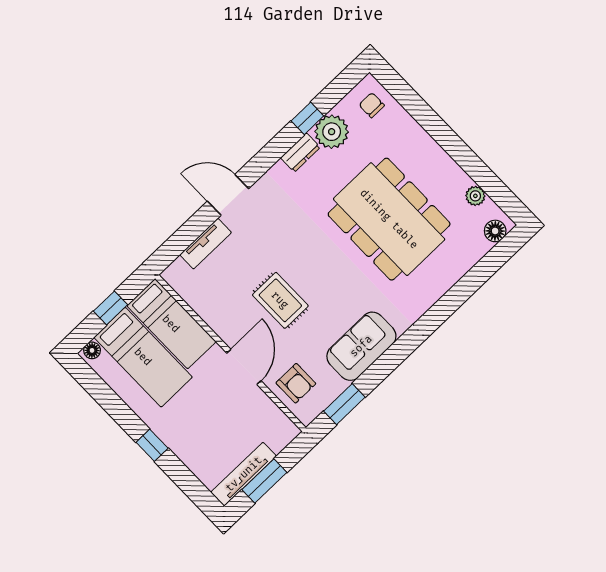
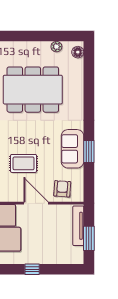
armchair: (296, 383) -> (62, 189), turned -86
window: (344, 404) -> (89, 152), moved
tv unit: (244, 474) -> (78, 226), moved

